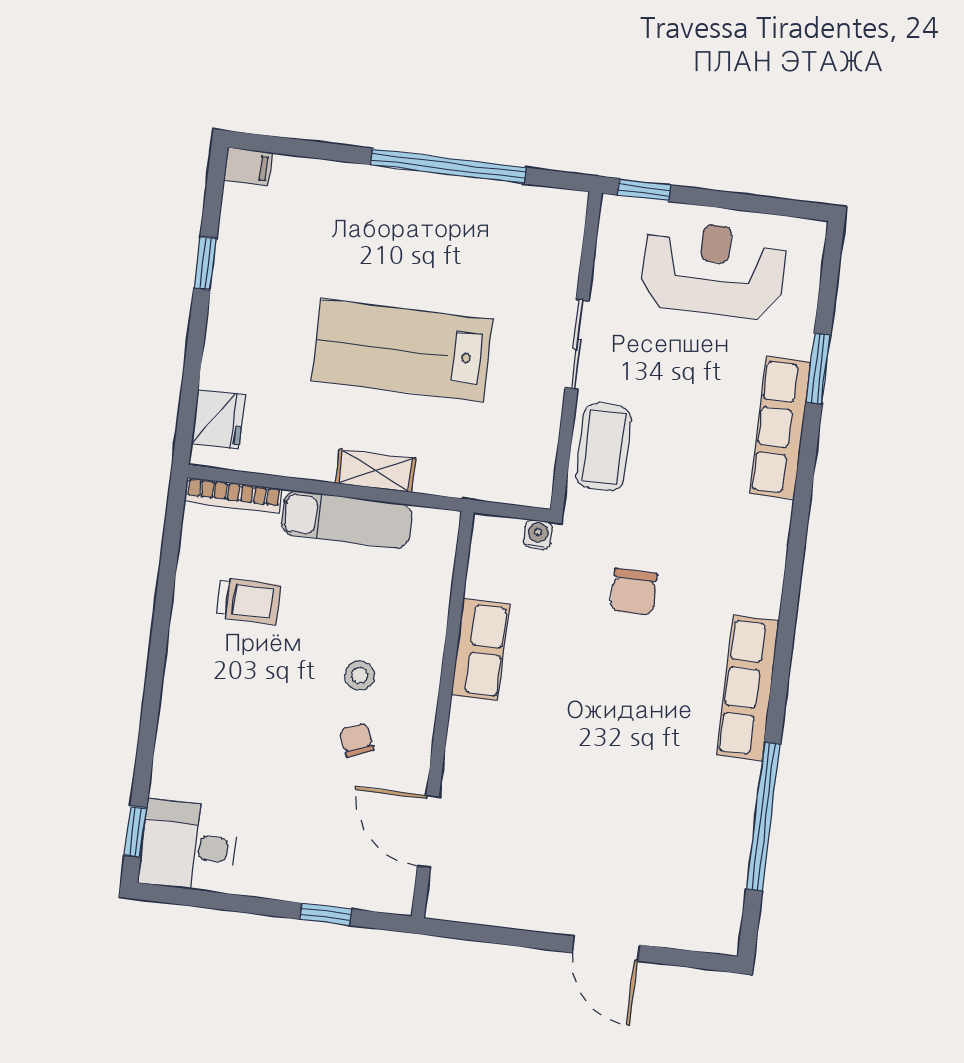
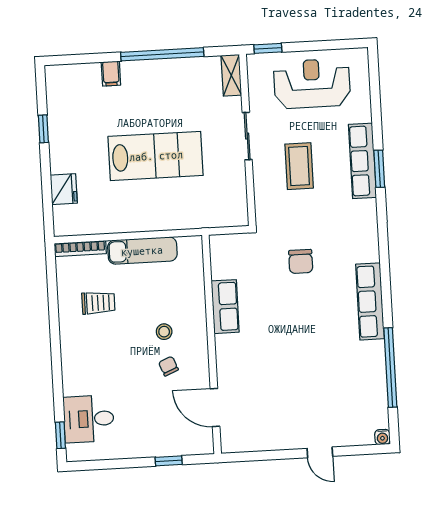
filing cabinet: (248, 167) -> (111, 74), moved, turned 90
lab bench: (402, 350) -> (156, 156), turned 180
window: (818, 369) -> (379, 169), moved
fridge: (218, 419) -> (64, 189), moved
coffee table: (604, 447) -> (299, 166), moved
shelving: (376, 471) -> (231, 75), moved, turned 90
water cooler: (538, 534) -> (382, 437), moved, turned 180
desk: (188, 846) -> (89, 419), moved
door: (606, 949) -> (320, 452), width x0.73

